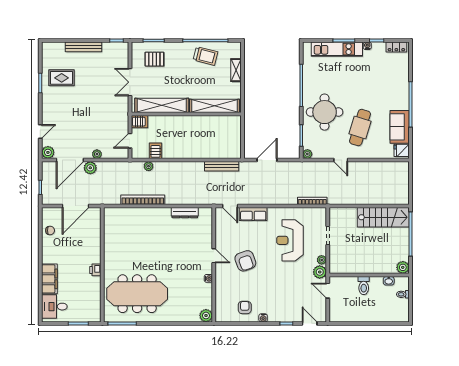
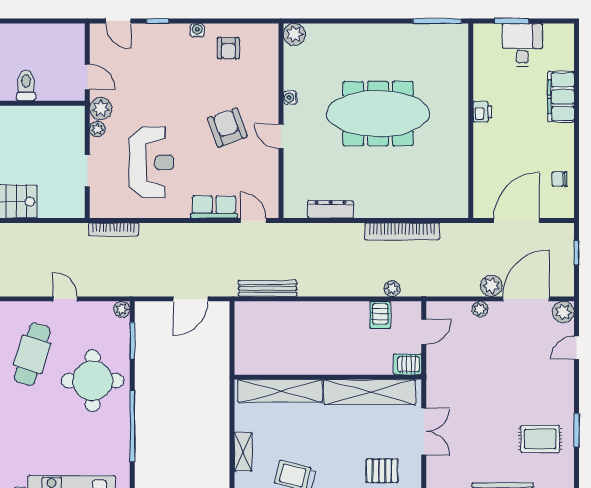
meeting table: (137, 294) -> (378, 114), moved
desk: (54, 307) -> (522, 45), moved, turned -90

